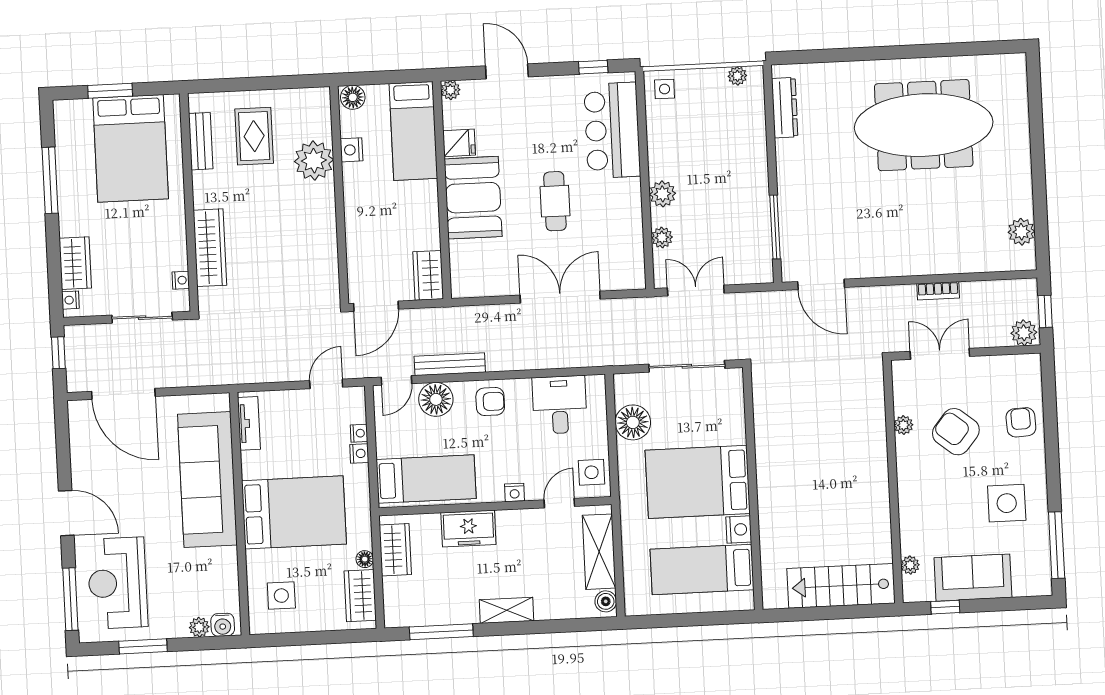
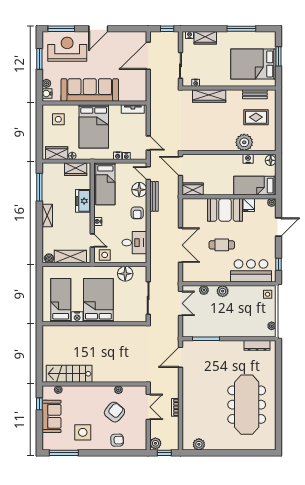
sofa: (207, 480) -> (90, 90), moved
stairs: (841, 586) -> (69, 374), moved, turned -90

